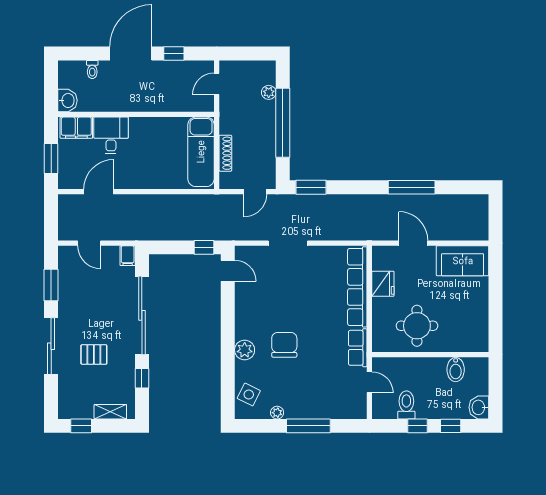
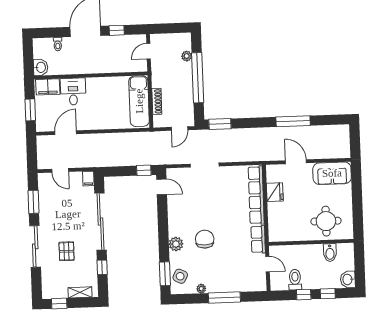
round table: (417, 326) -> (326, 221), moved
pallet: (94, 354) -> (67, 251), turned 90
window: (228, 390) -> (165, 274), added

